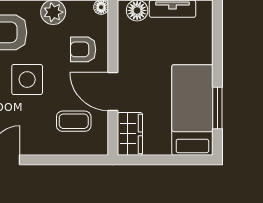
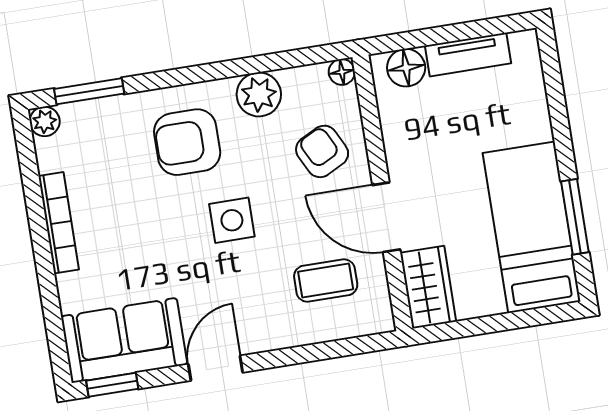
armchair: (83, 49) -> (322, 151), turned 63
side table: (27, 79) -> (232, 220), width x0.73, depth x0.73

